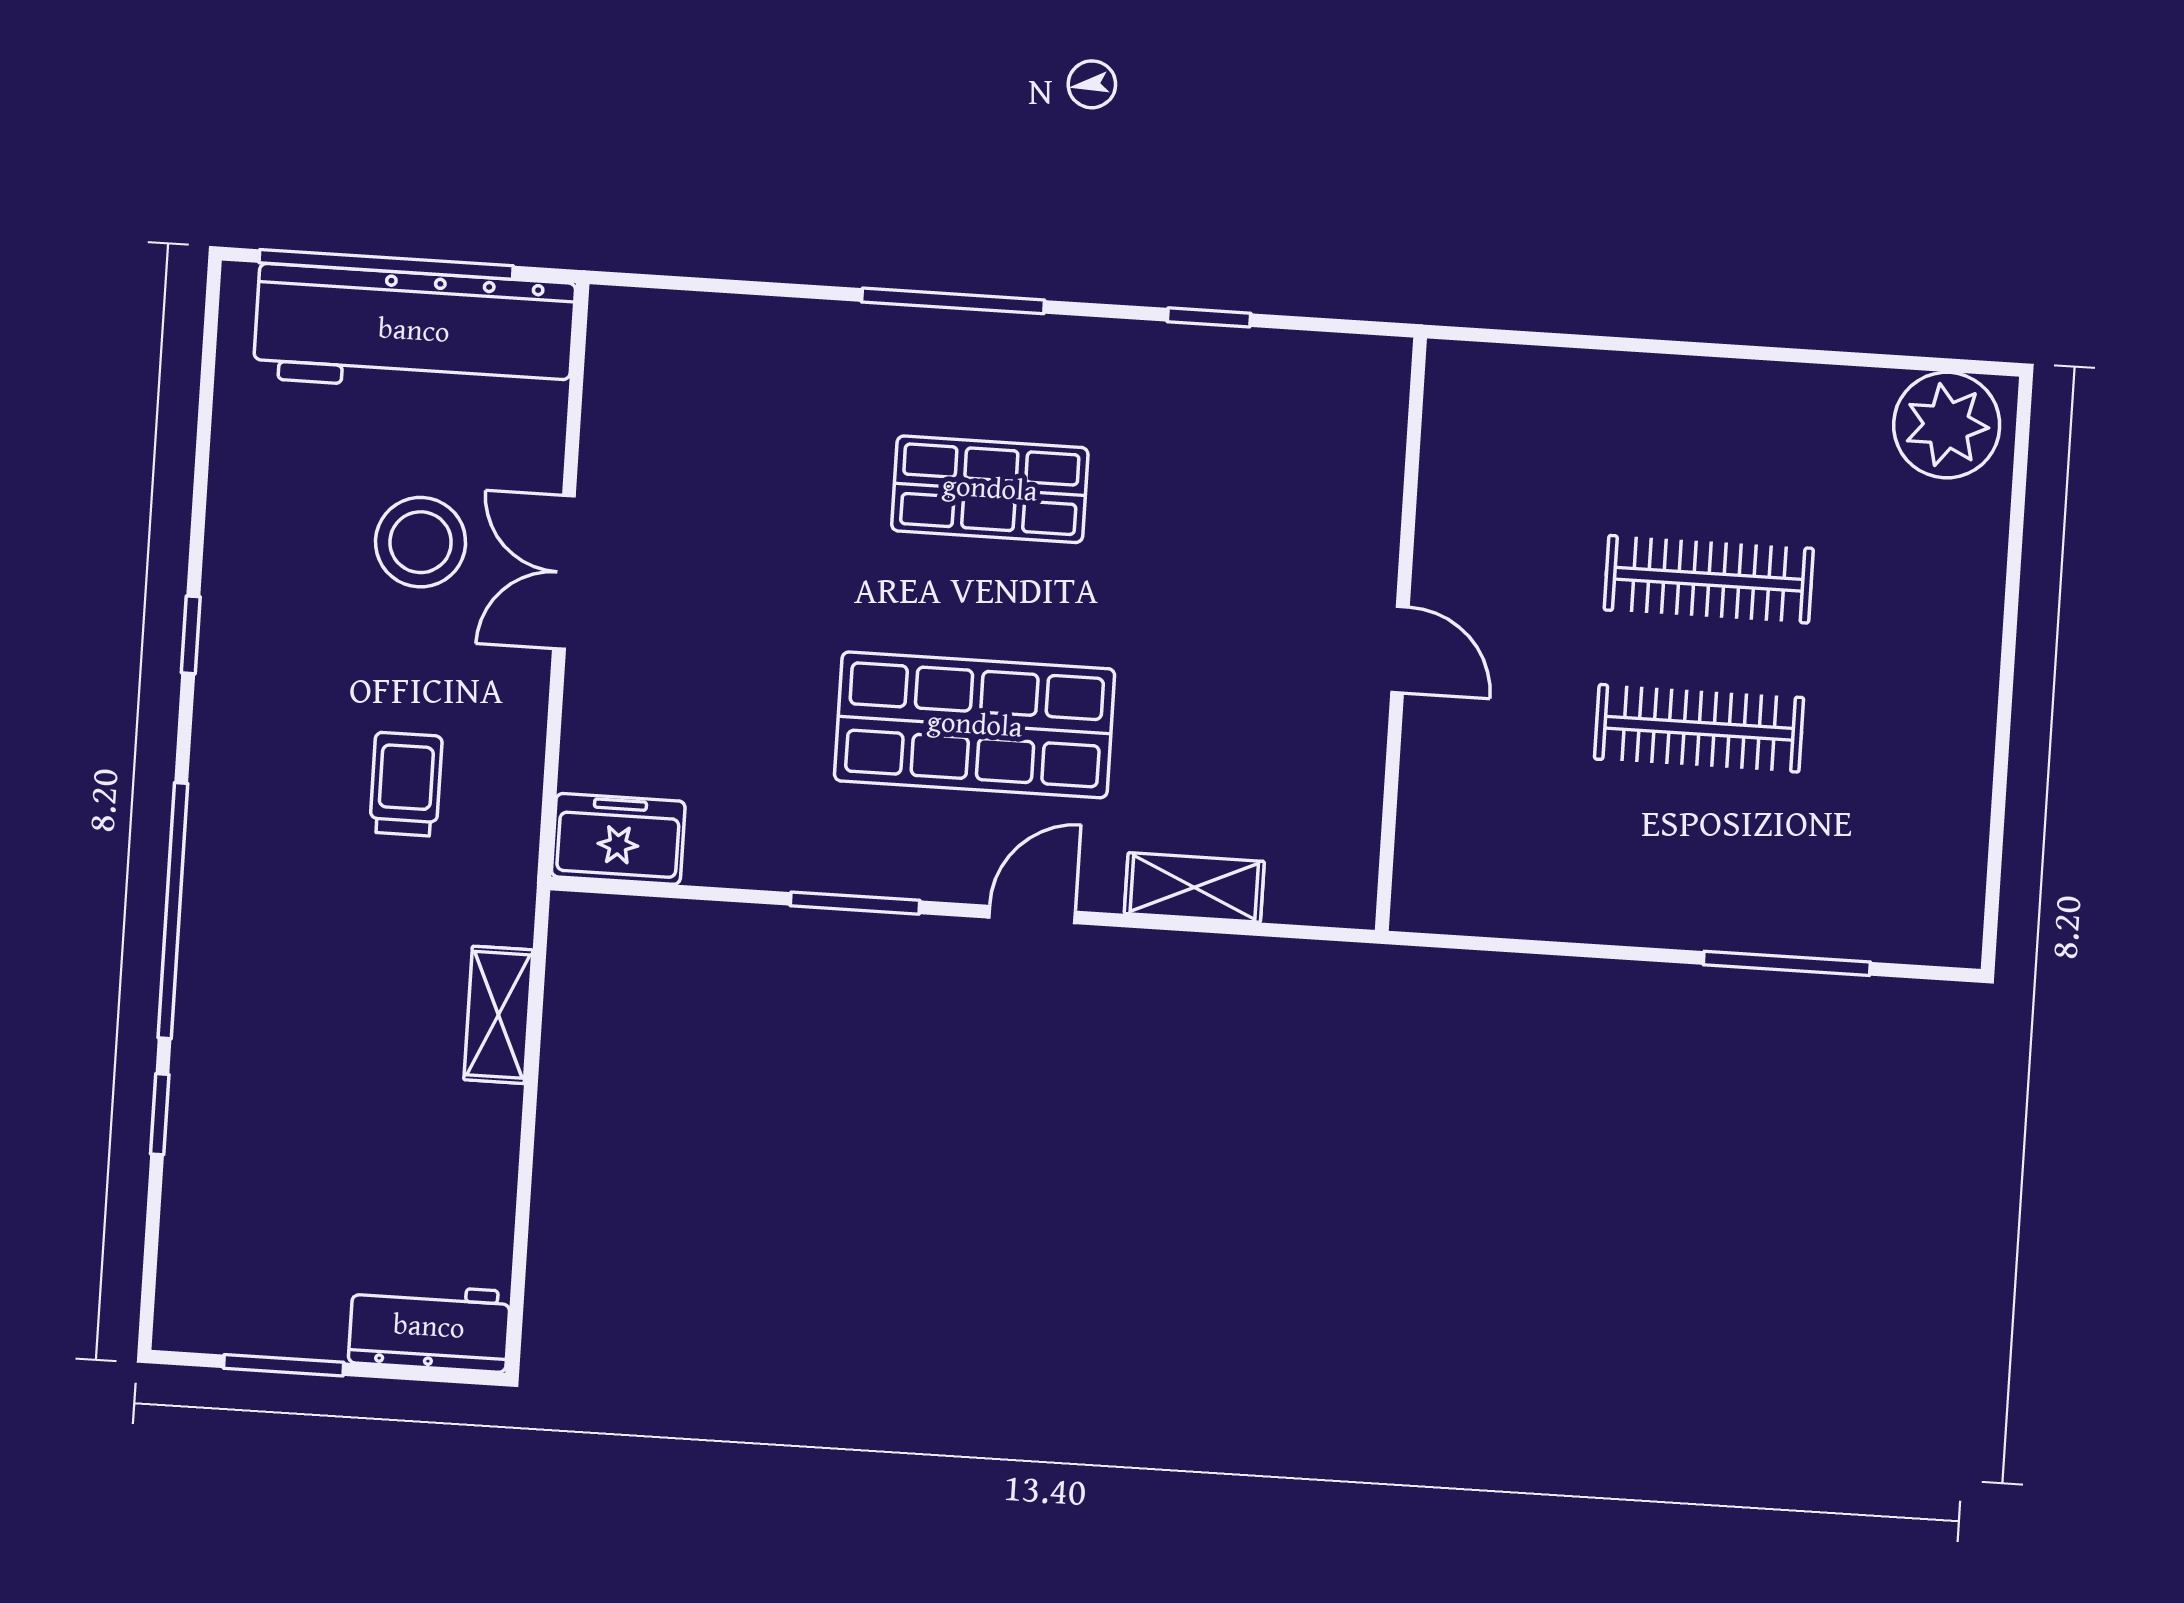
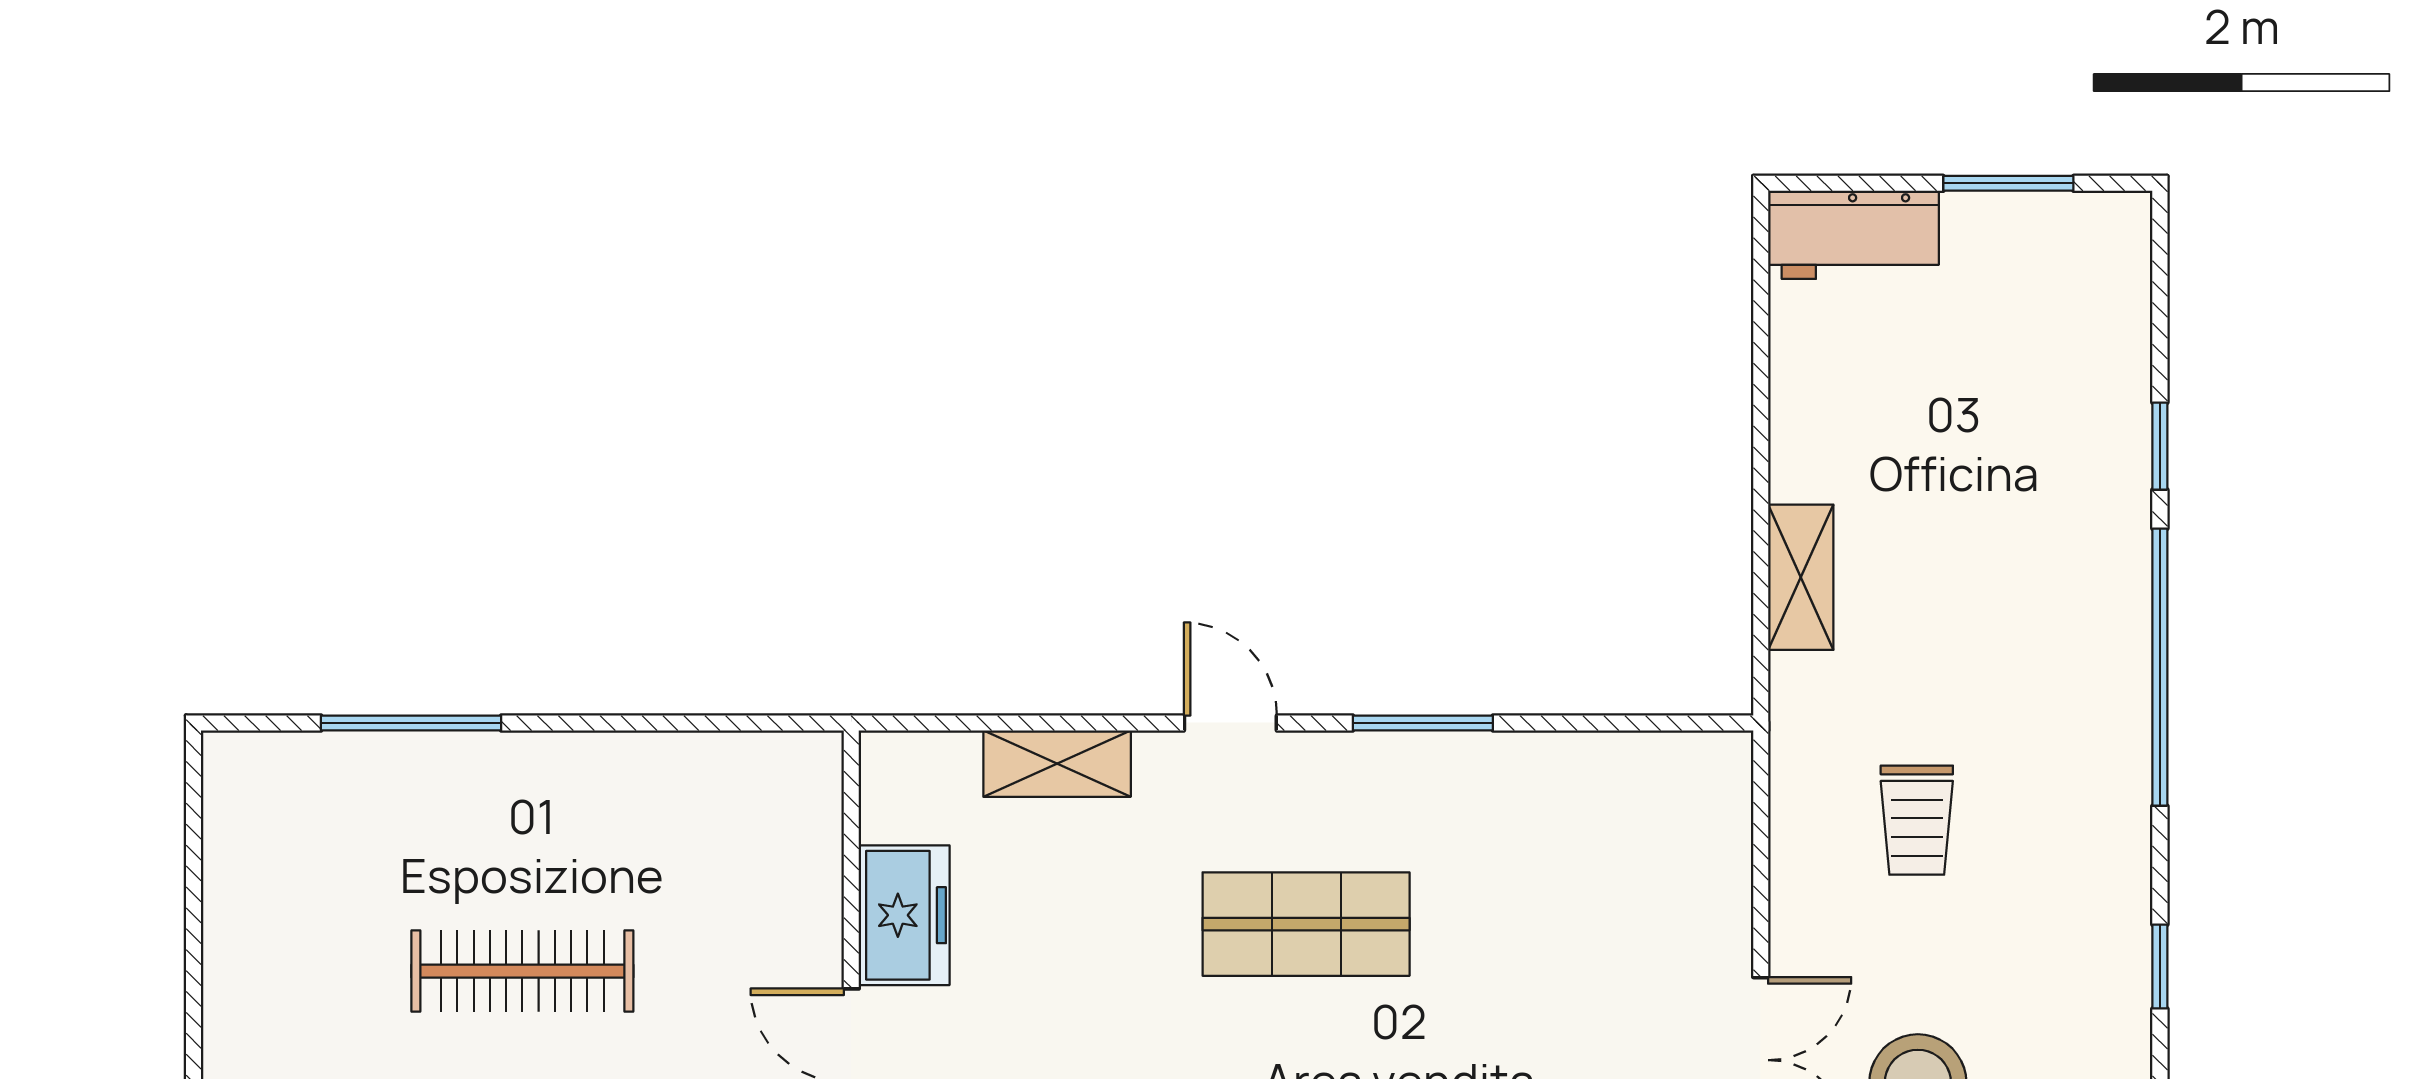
shop shelf: (975, 725) -> (1306, 924), width x0.70, depth x0.74
freezer: (618, 839) -> (904, 915), moved, turned -90
door: (1032, 915) -> (1230, 723), swing flipped

